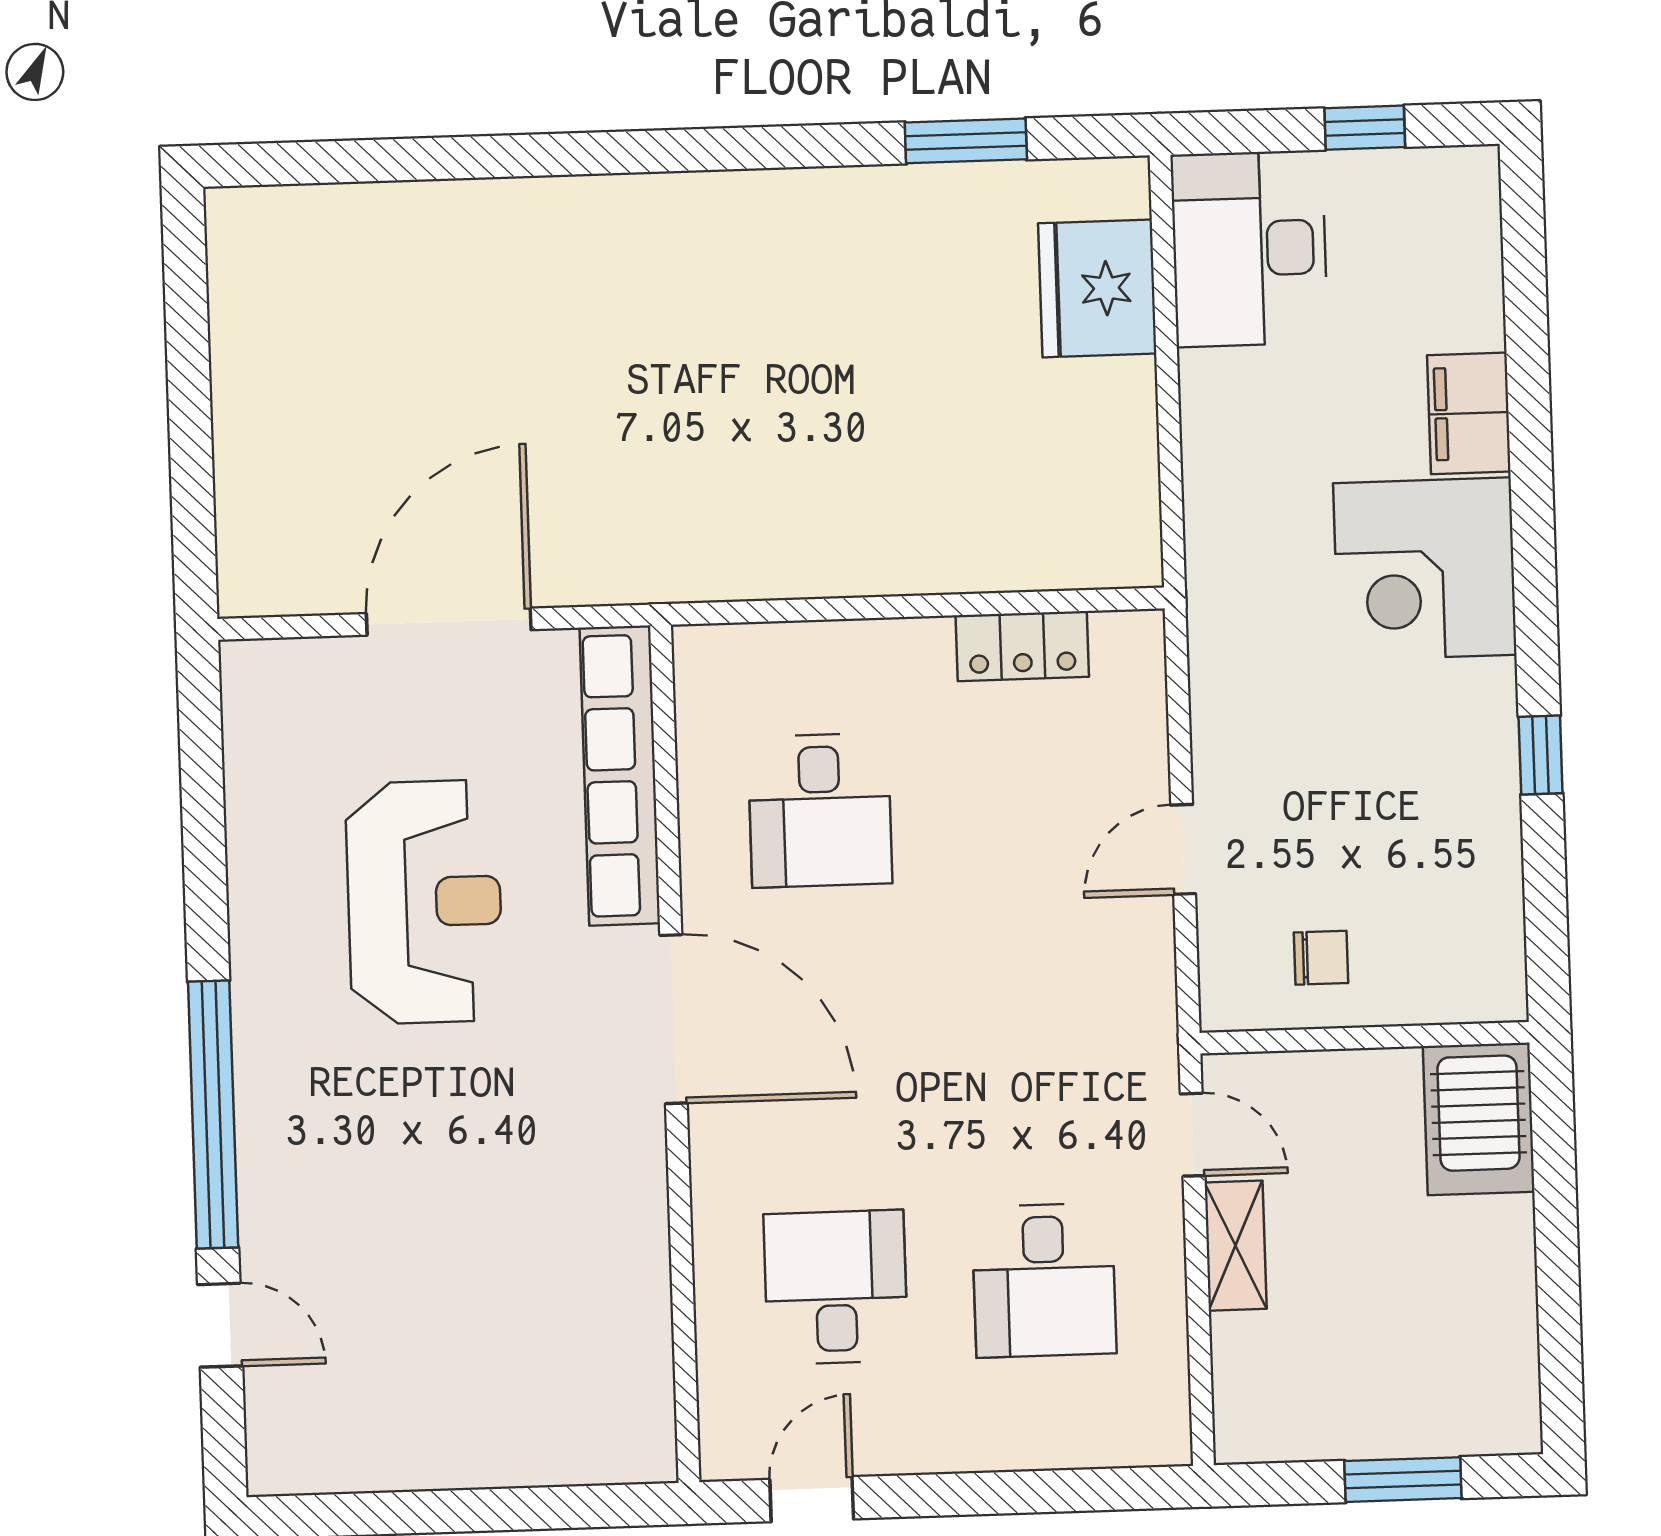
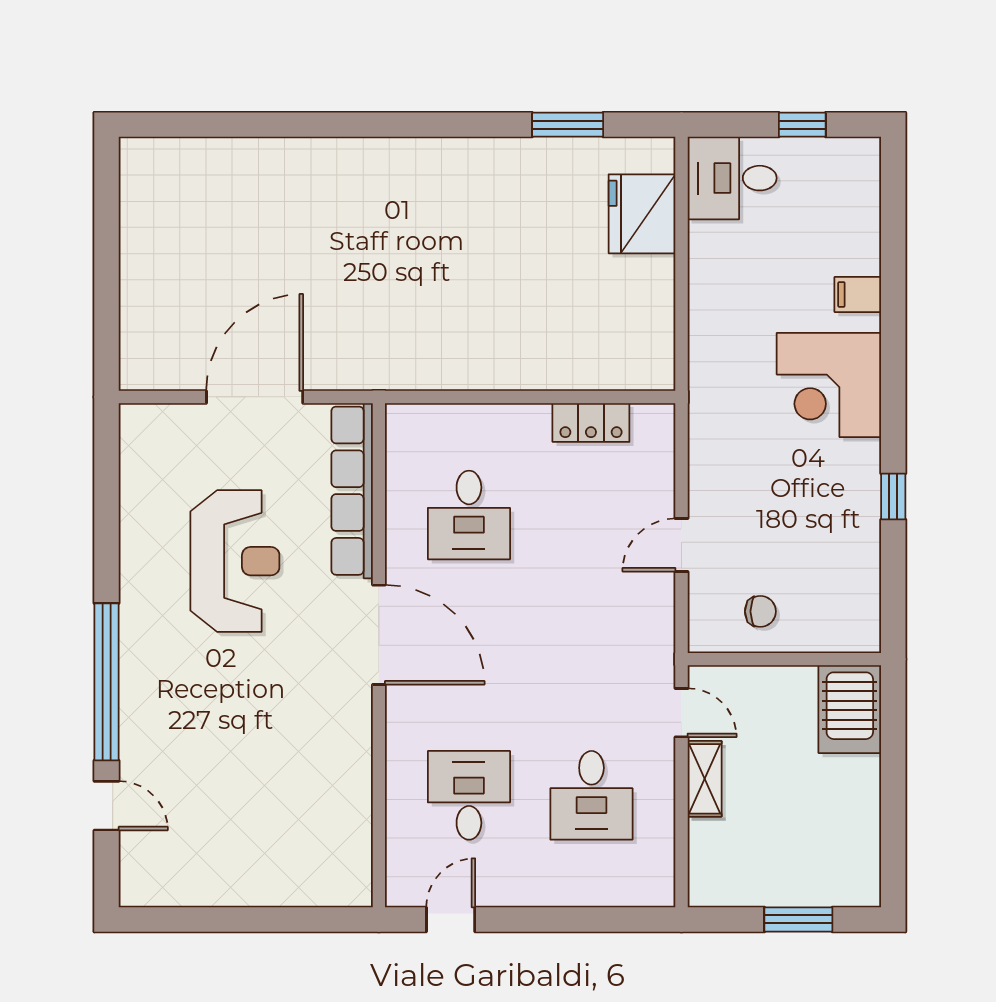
desk: (1249, 249) -> (732, 178), width x0.73
filing cabinet: (1469, 413) -> (858, 294), width x0.50

